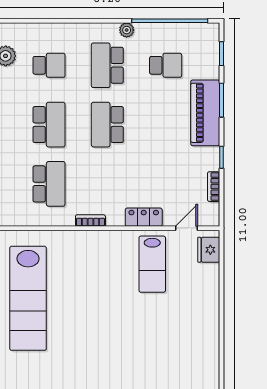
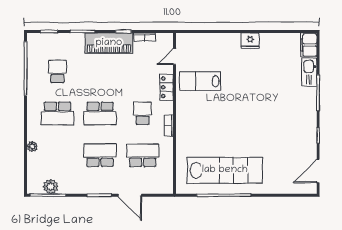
plant: (127, 30) -> (32, 146), moved
school desk: (49, 65) -> (143, 113), moved
piano: (205, 113) -> (109, 43), moved
door: (187, 228) -> (174, 57), hinge flipped
fridge: (209, 250) -> (250, 41), moved
lab bench: (152, 264) -> (200, 81), turned 180

